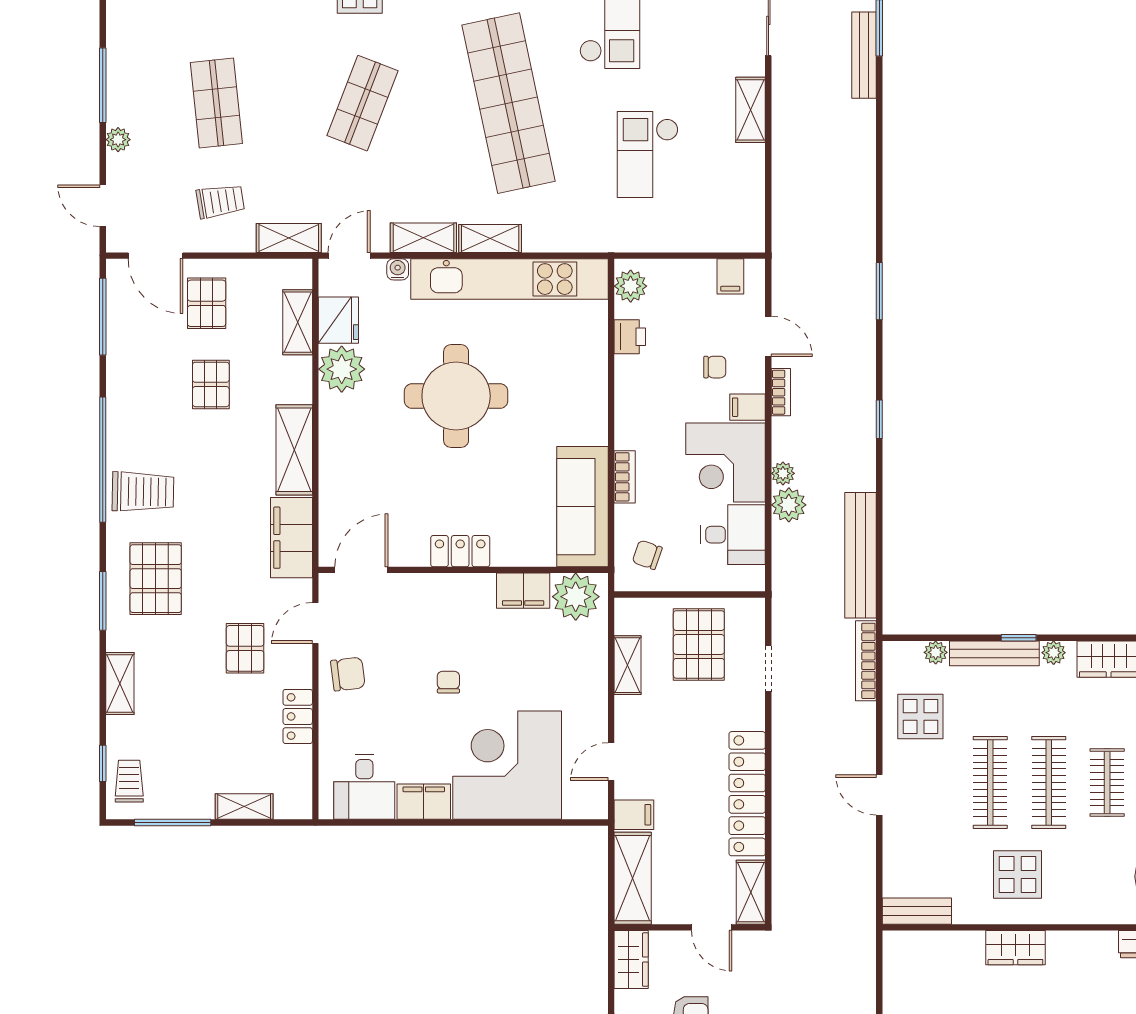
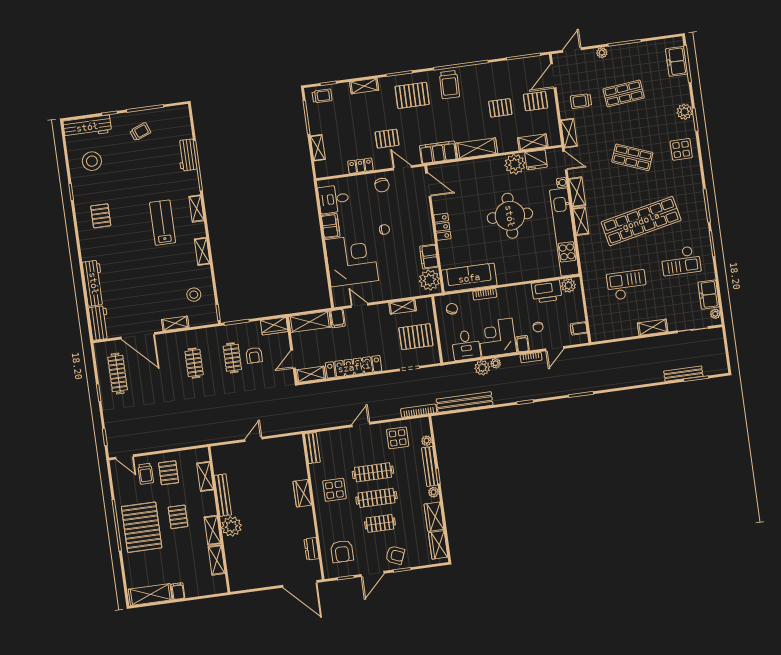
trolley: (220, 201) -> (581, 101), turned 99
printer: (630, 337) -> (547, 291), width x1.87, depth x1.48

